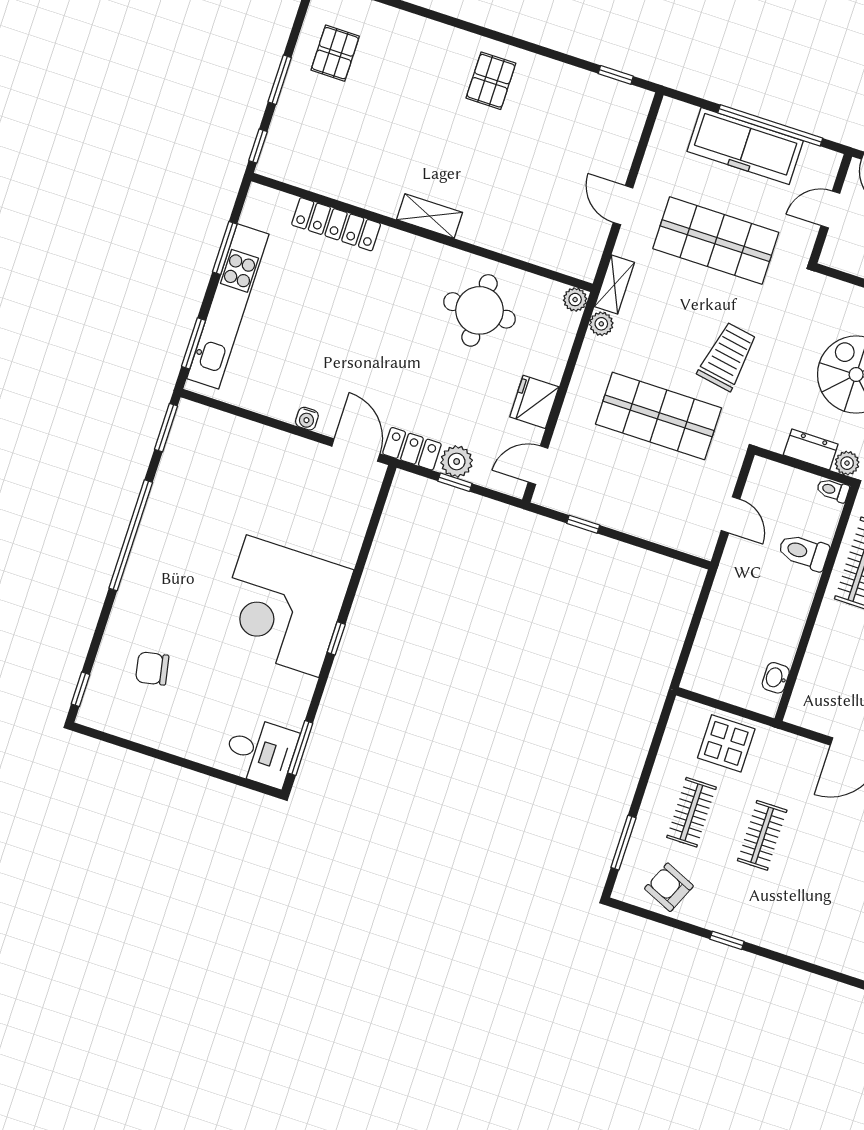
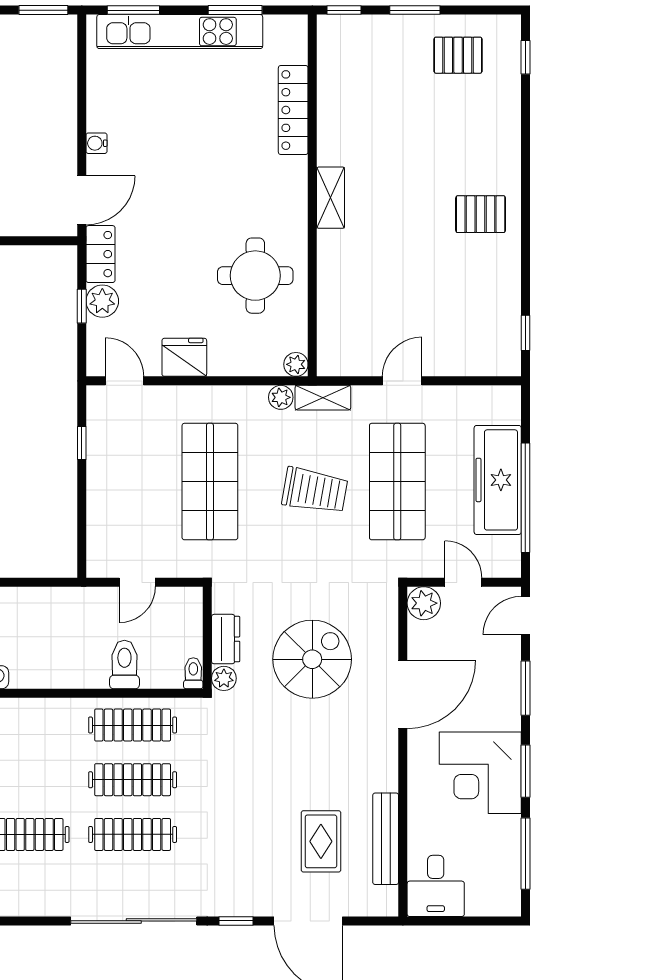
plant: (838, 253) -> (424, 603), added
trolley: (727, 356) -> (315, 490), moved

